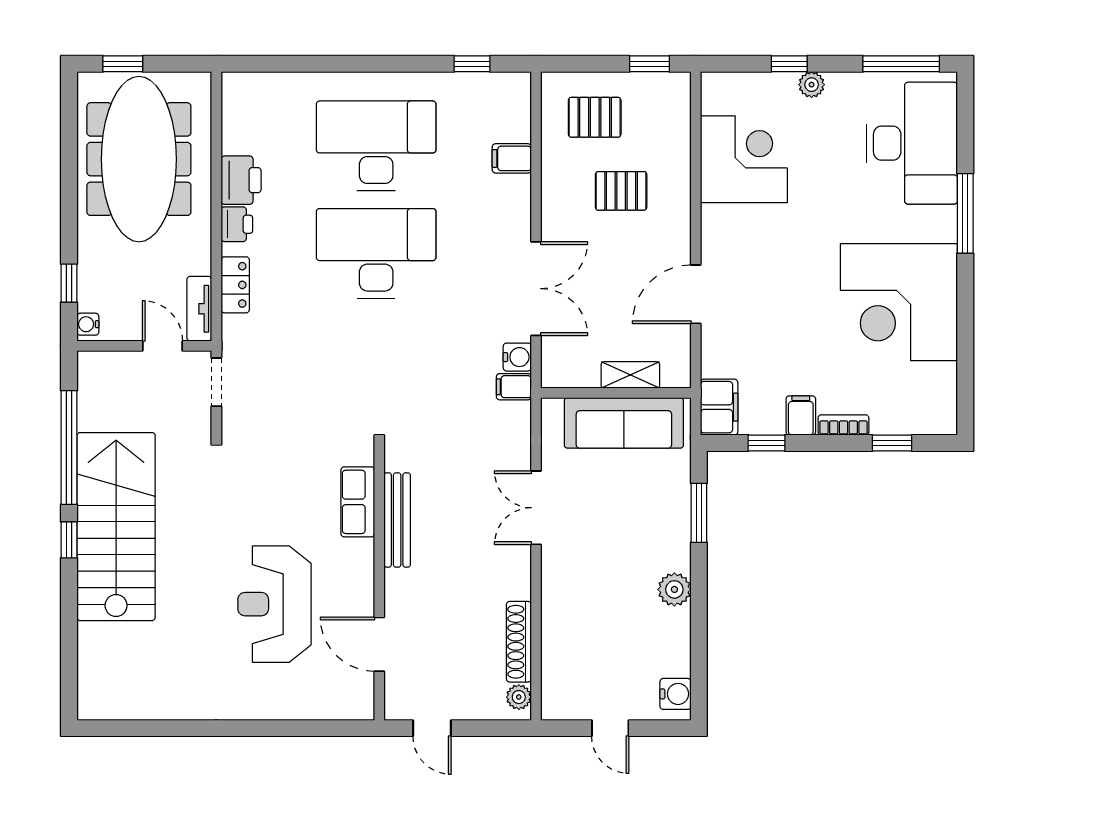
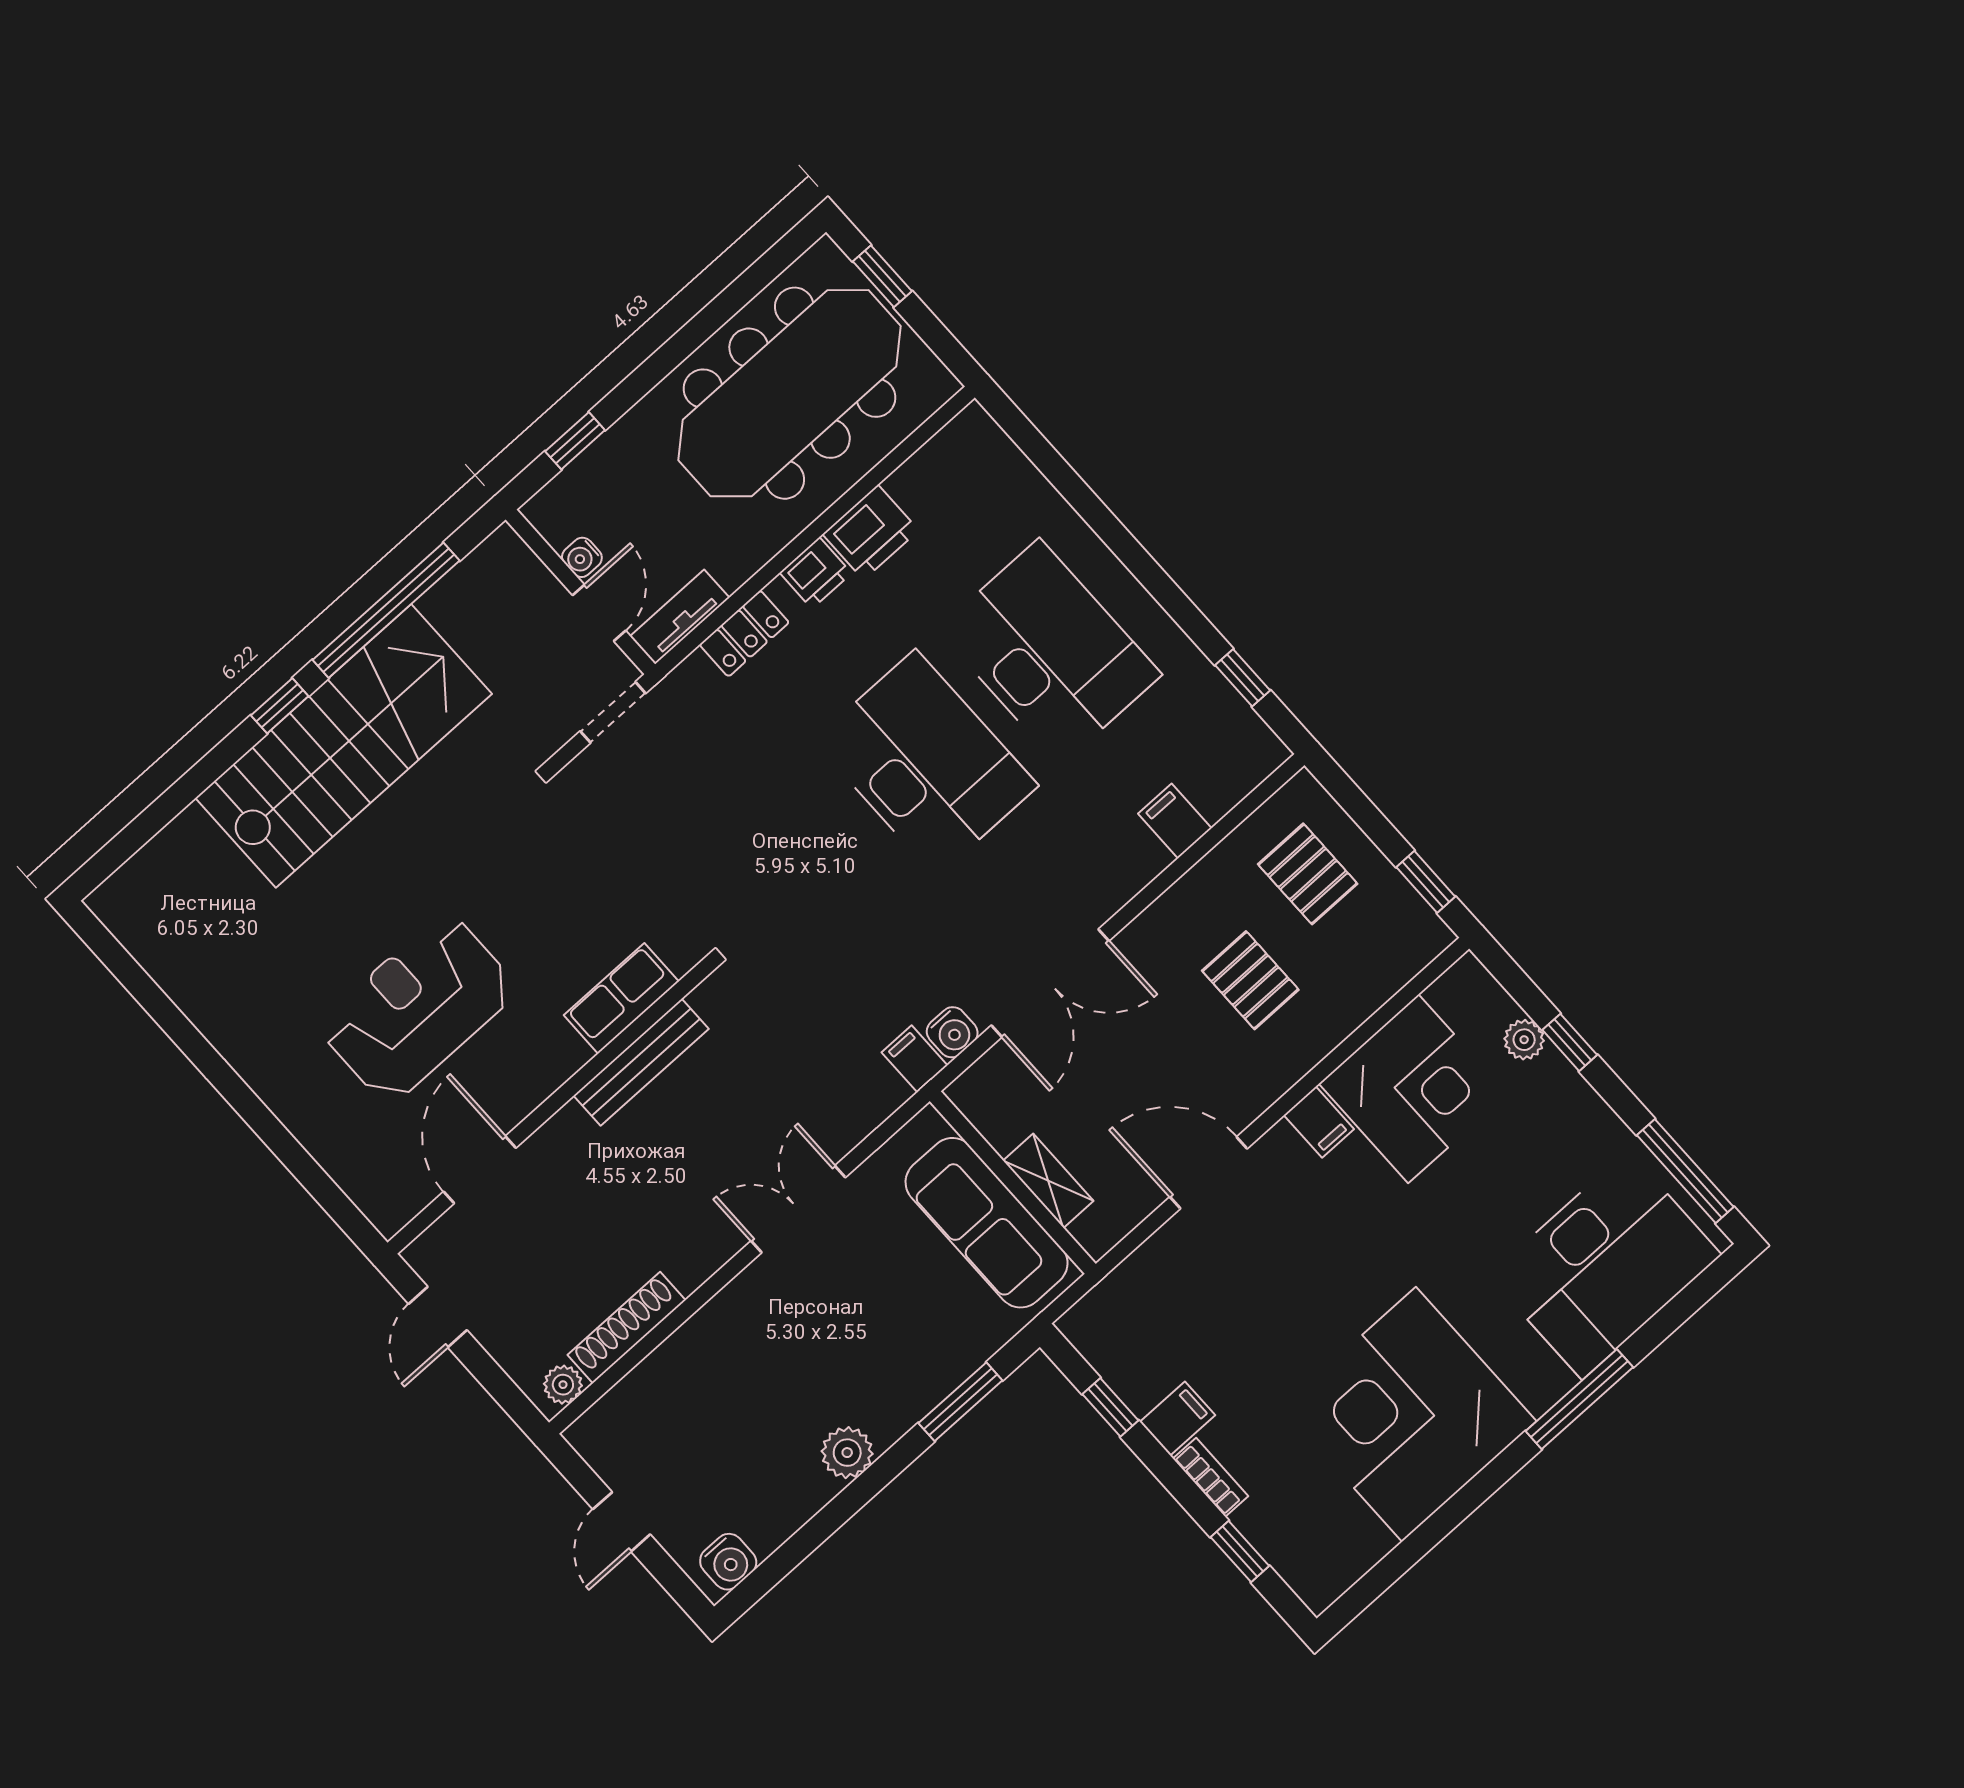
plant: (812, 85) -> (1524, 1040), moved
water cooler: (88, 324) -> (582, 557), moved, turned -90
filing cabinet: (719, 407) -> (1319, 1122), moved, width x0.50

